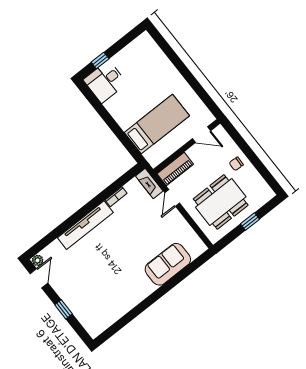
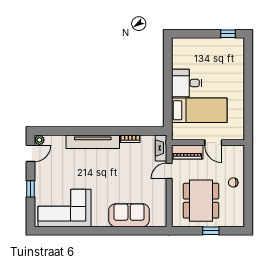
window: (100, 60) -> (228, 34), moved
desk: (105, 81) -> (187, 83), moved
door: (201, 135) -> (213, 143), moved
dining table: (221, 202) -> (201, 201), turned 90
corner sofa: (106, 303) -> (64, 208), added

